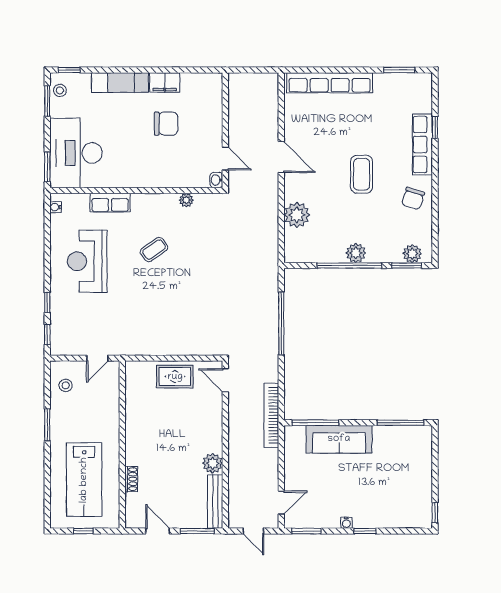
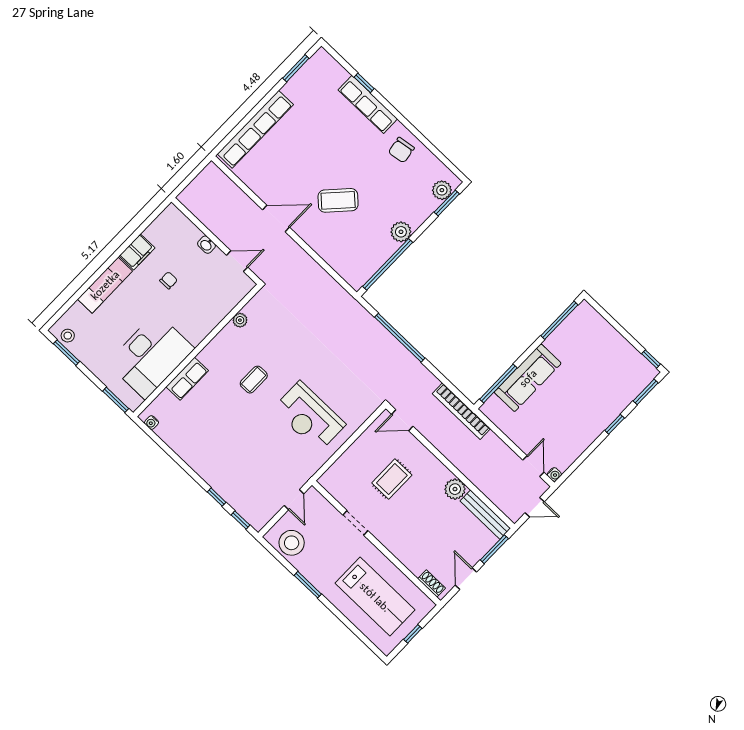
window: (69, 70) -> (59, 314), removed
chair: (166, 124) -> (169, 280), width x0.54, depth x0.54
desk: (76, 153) -> (151, 356), moved, turned -90
coffee table: (362, 174) -> (338, 200), moved, turned -47
washbasin: (216, 180) -> (206, 245), moved
chair: (413, 198) -> (401, 150), turned 64
plant: (297, 215) -> (330, 248), removed
coffee table: (154, 249) -> (254, 380), turned 35
reception desk: (87, 261) -> (309, 417), moved
window: (349, 266) -> (388, 264), moved
rug: (175, 377) -> (392, 479), moved
stool: (66, 385) -> (292, 543), width x1.89, depth x1.89
doorway: (122, 417) -> (355, 523), added
shoe rack: (131, 479) -> (432, 583), moved
water cooler: (346, 523) -> (554, 474), moved
door: (158, 531) -> (466, 579), hinge flipped
window: (306, 531) -> (646, 392), moved

